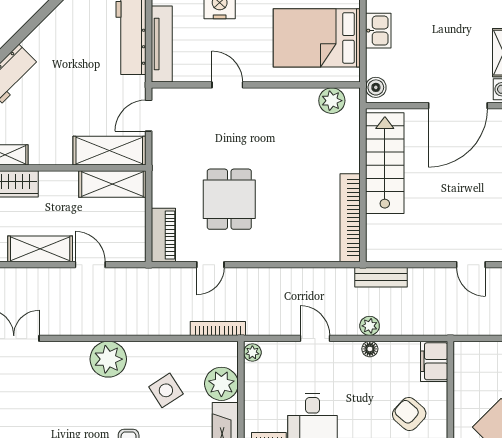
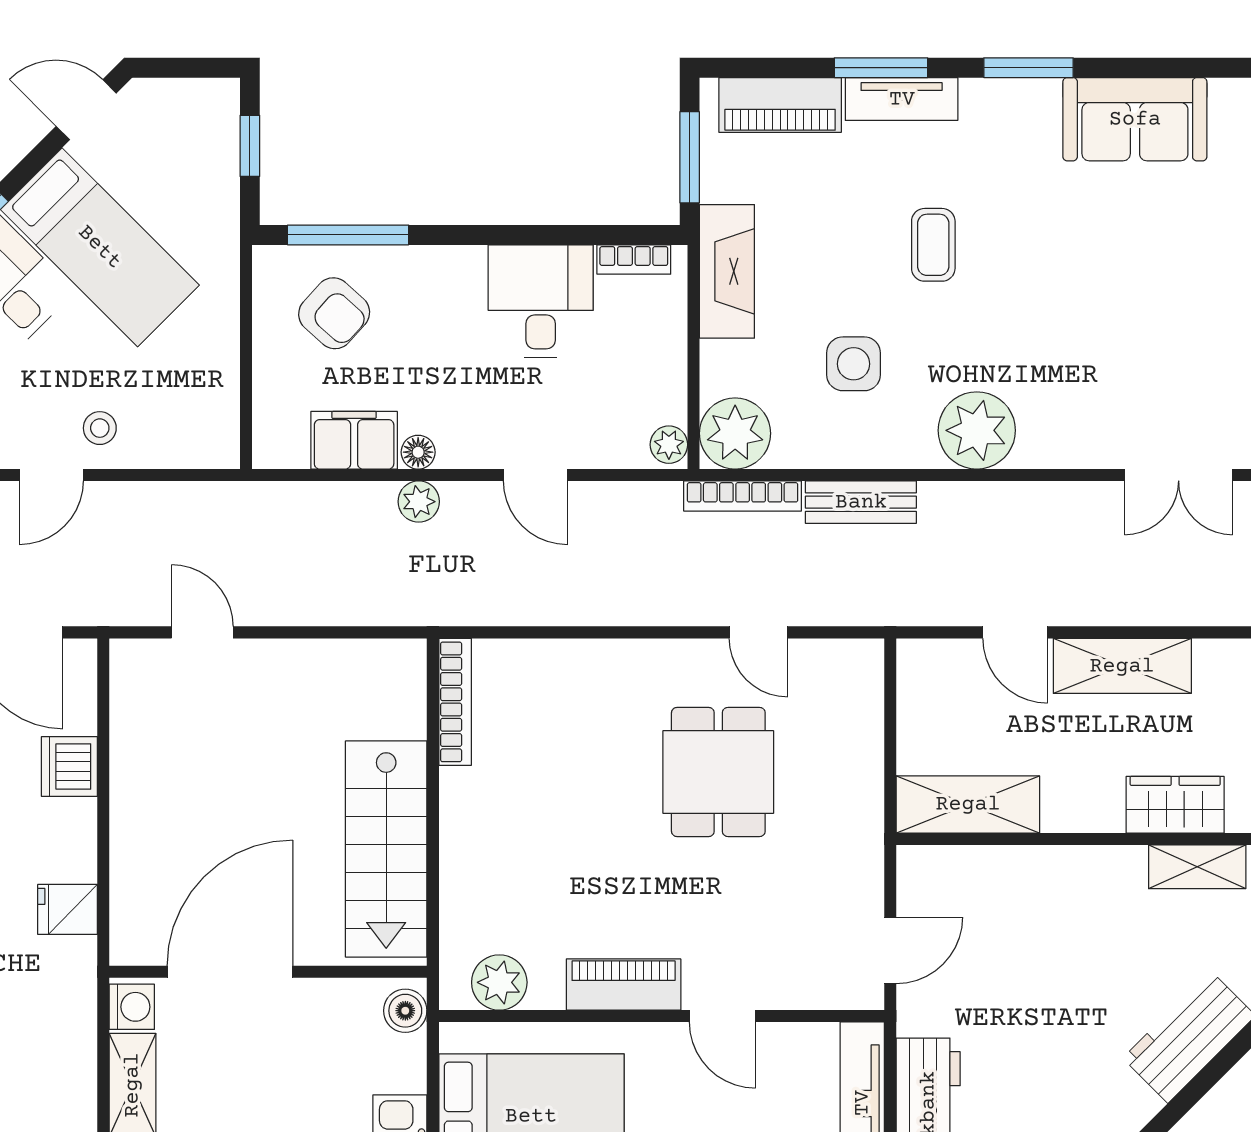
shelving: (109, 151) -> (974, 876), removed
bookcase: (350, 218) -> (455, 702), width x0.68, depth x0.76
piano: (163, 235) -> (624, 985), moved, turned 90
door: (210, 265) -> (758, 632), swing flipped
bench: (381, 277) -> (861, 502), moved
filing cabinet: (434, 361) -> (354, 440), moved, turned -90
plant: (221, 384) -> (735, 433), moved
side table: (166, 390) -> (854, 364), turned 33

